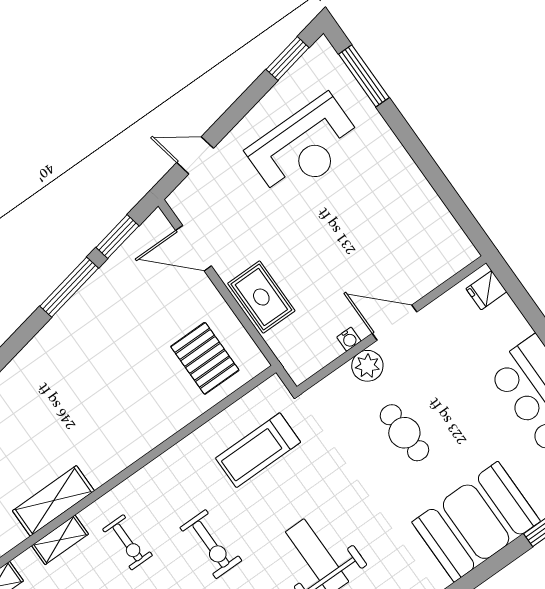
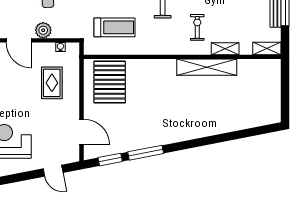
rug: (261, 297) -> (52, 83), moved
water cooler: (349, 339) -> (60, 47), moved
pallet: (205, 358) -> (110, 82), width x1.37, depth x1.41
shelving: (53, 501) -> (207, 67), width x1.47

